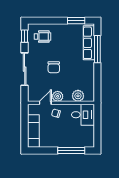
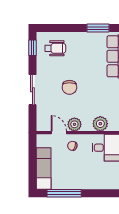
sliding door: (25, 69) -> (32, 90), width x0.73
door: (45, 103) -> (59, 133), hinge flipped
window: (71, 151) -> (64, 193), moved

